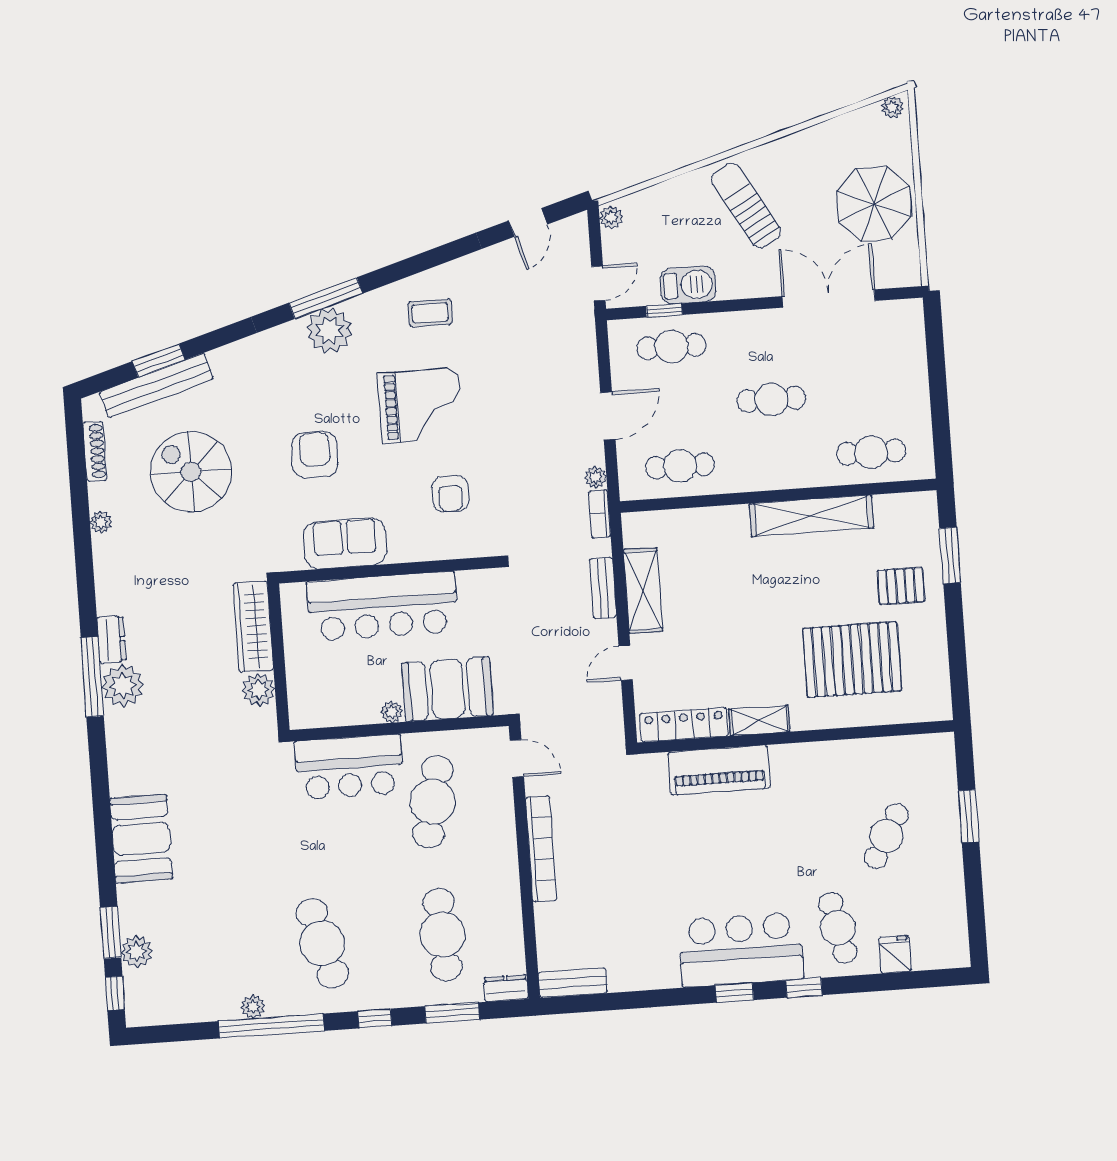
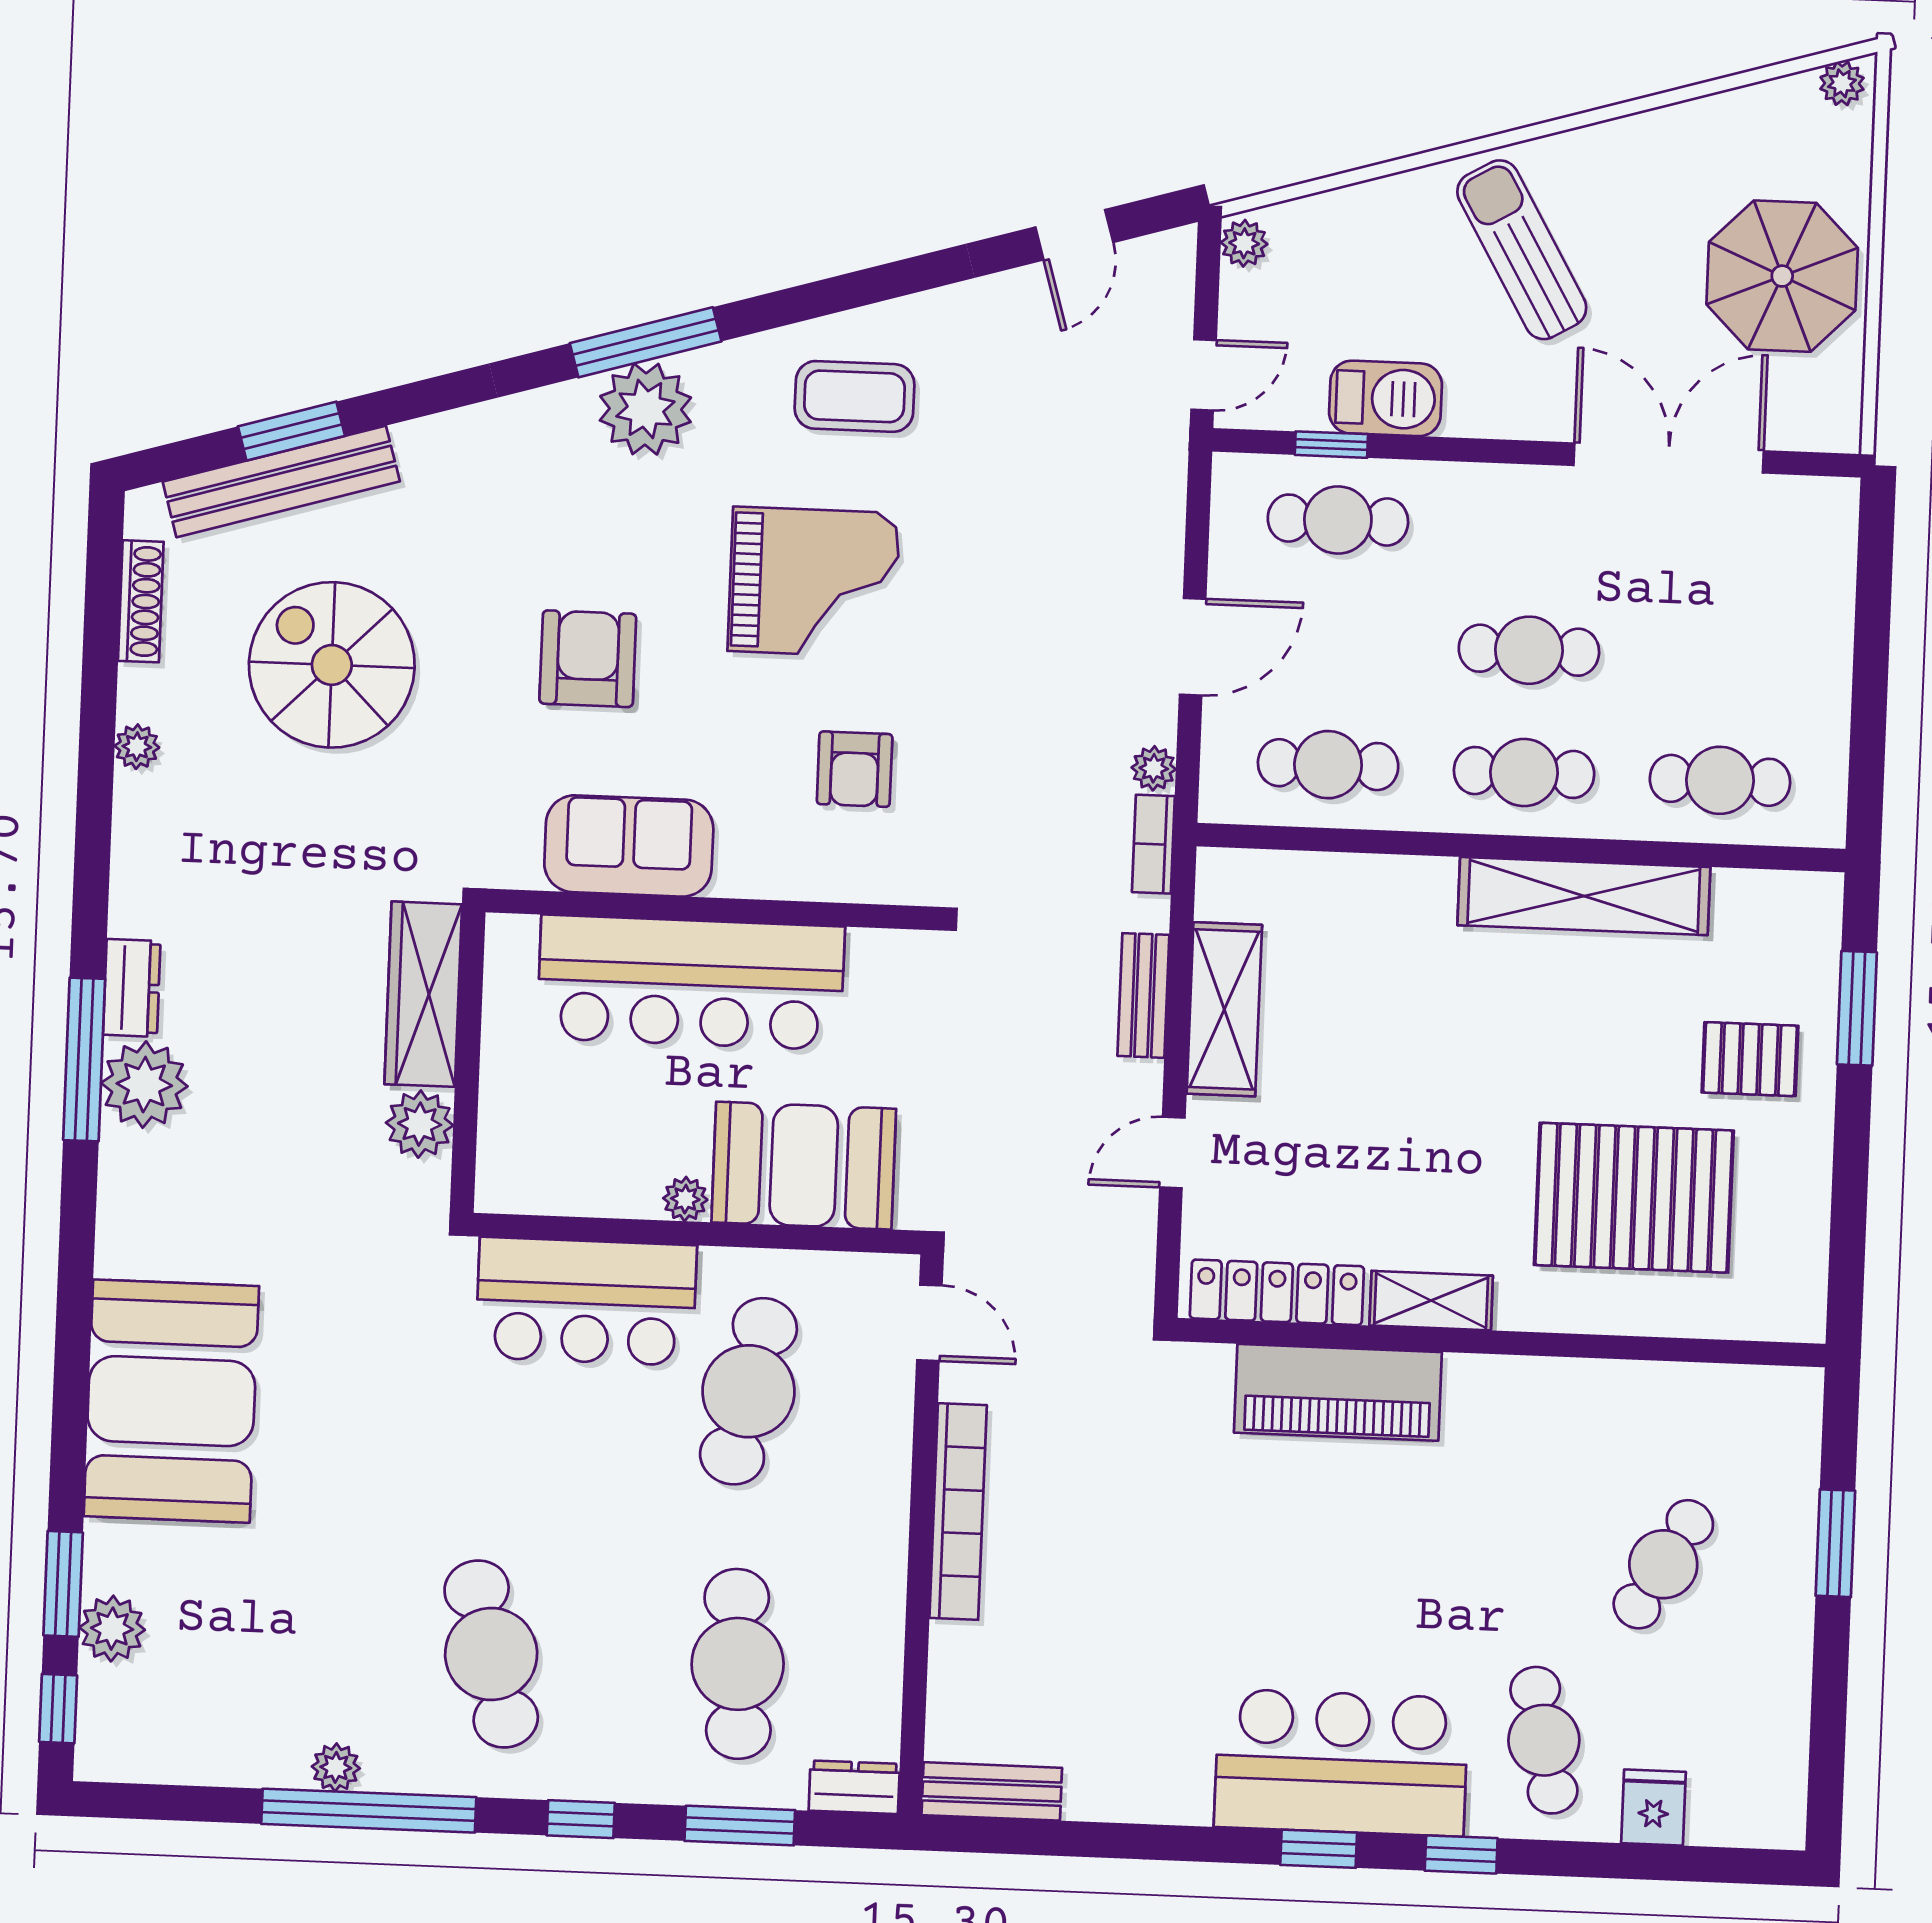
coffee table: (430, 313) -> (854, 396), width x1.36, depth x1.30
cafe table: (776, 459) -> (1524, 772), added
booth: (141, 839) -> (171, 1401), width x1.36, depth x1.42

